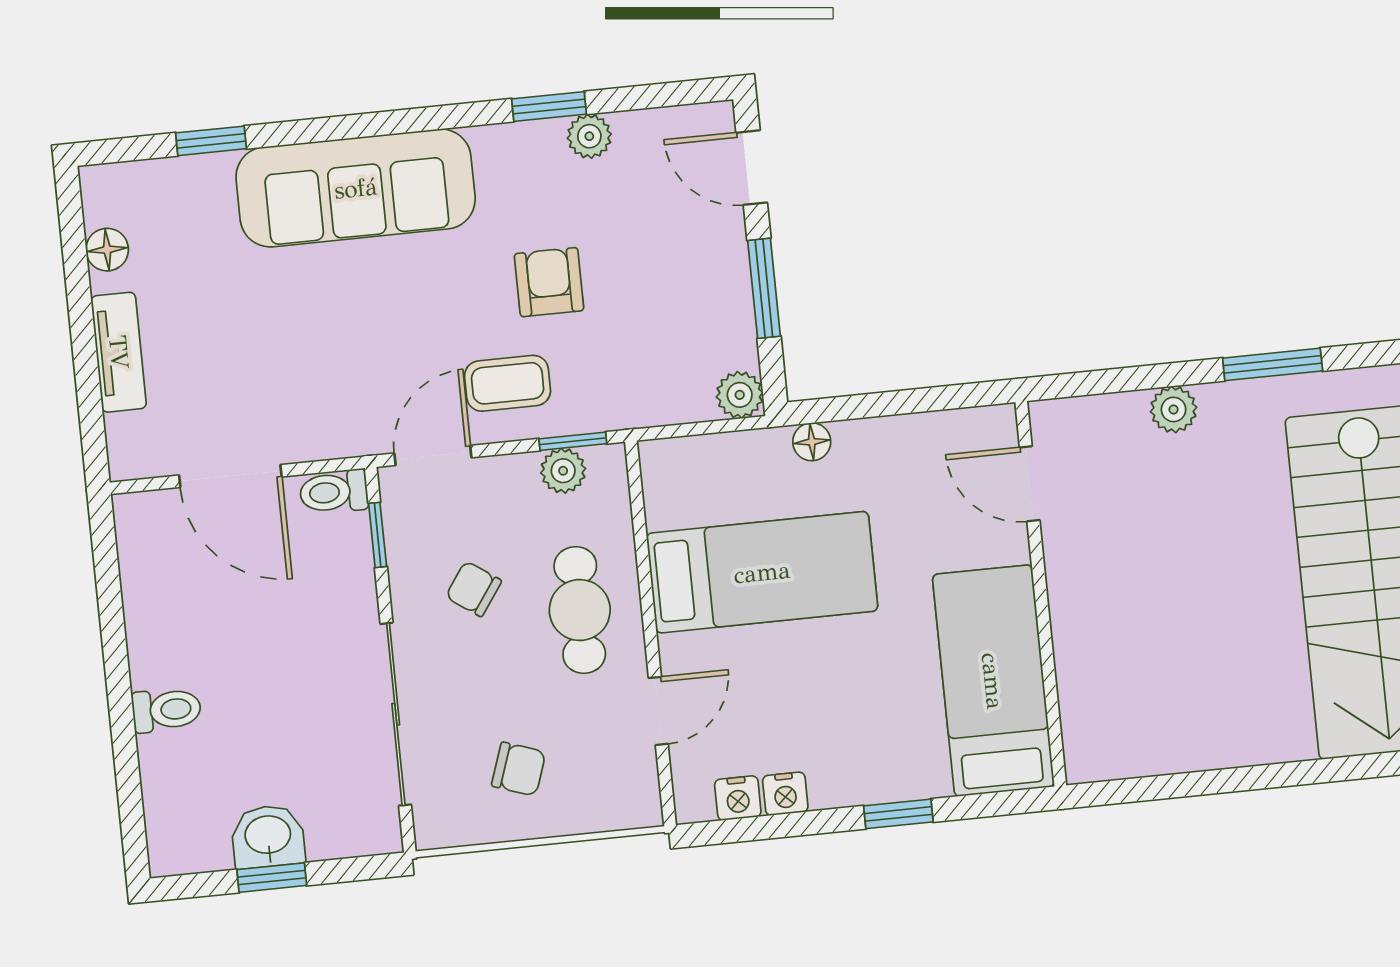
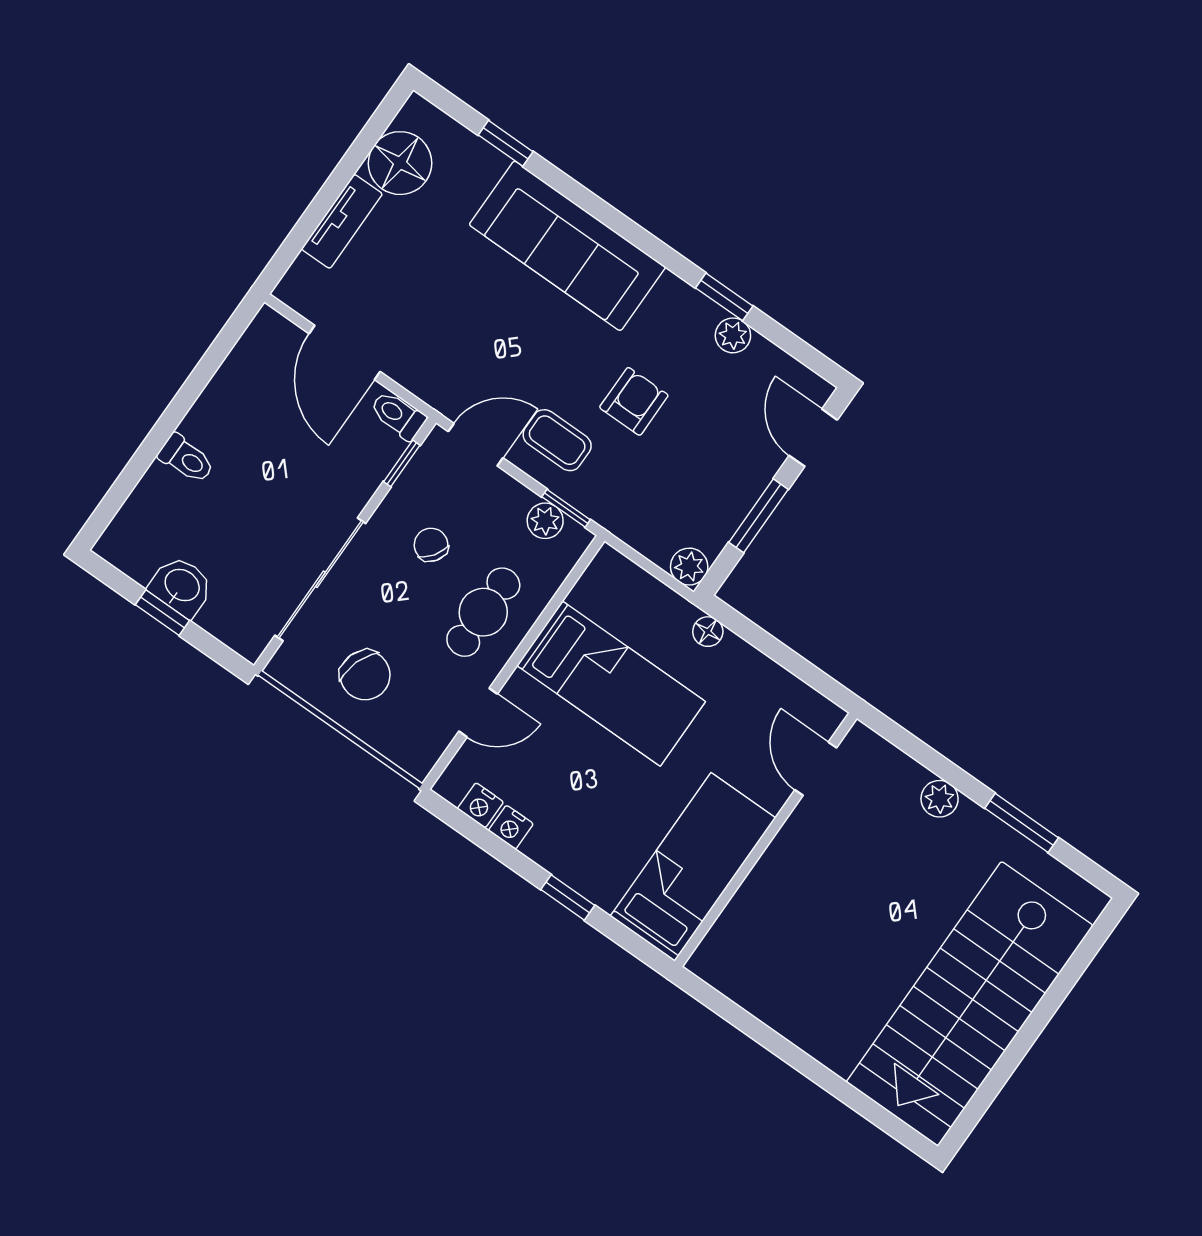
floor lamp: (107, 250) -> (400, 163), width x1.89, depth x1.89
chair: (519, 769) -> (365, 675), width x1.37, depth x1.37

